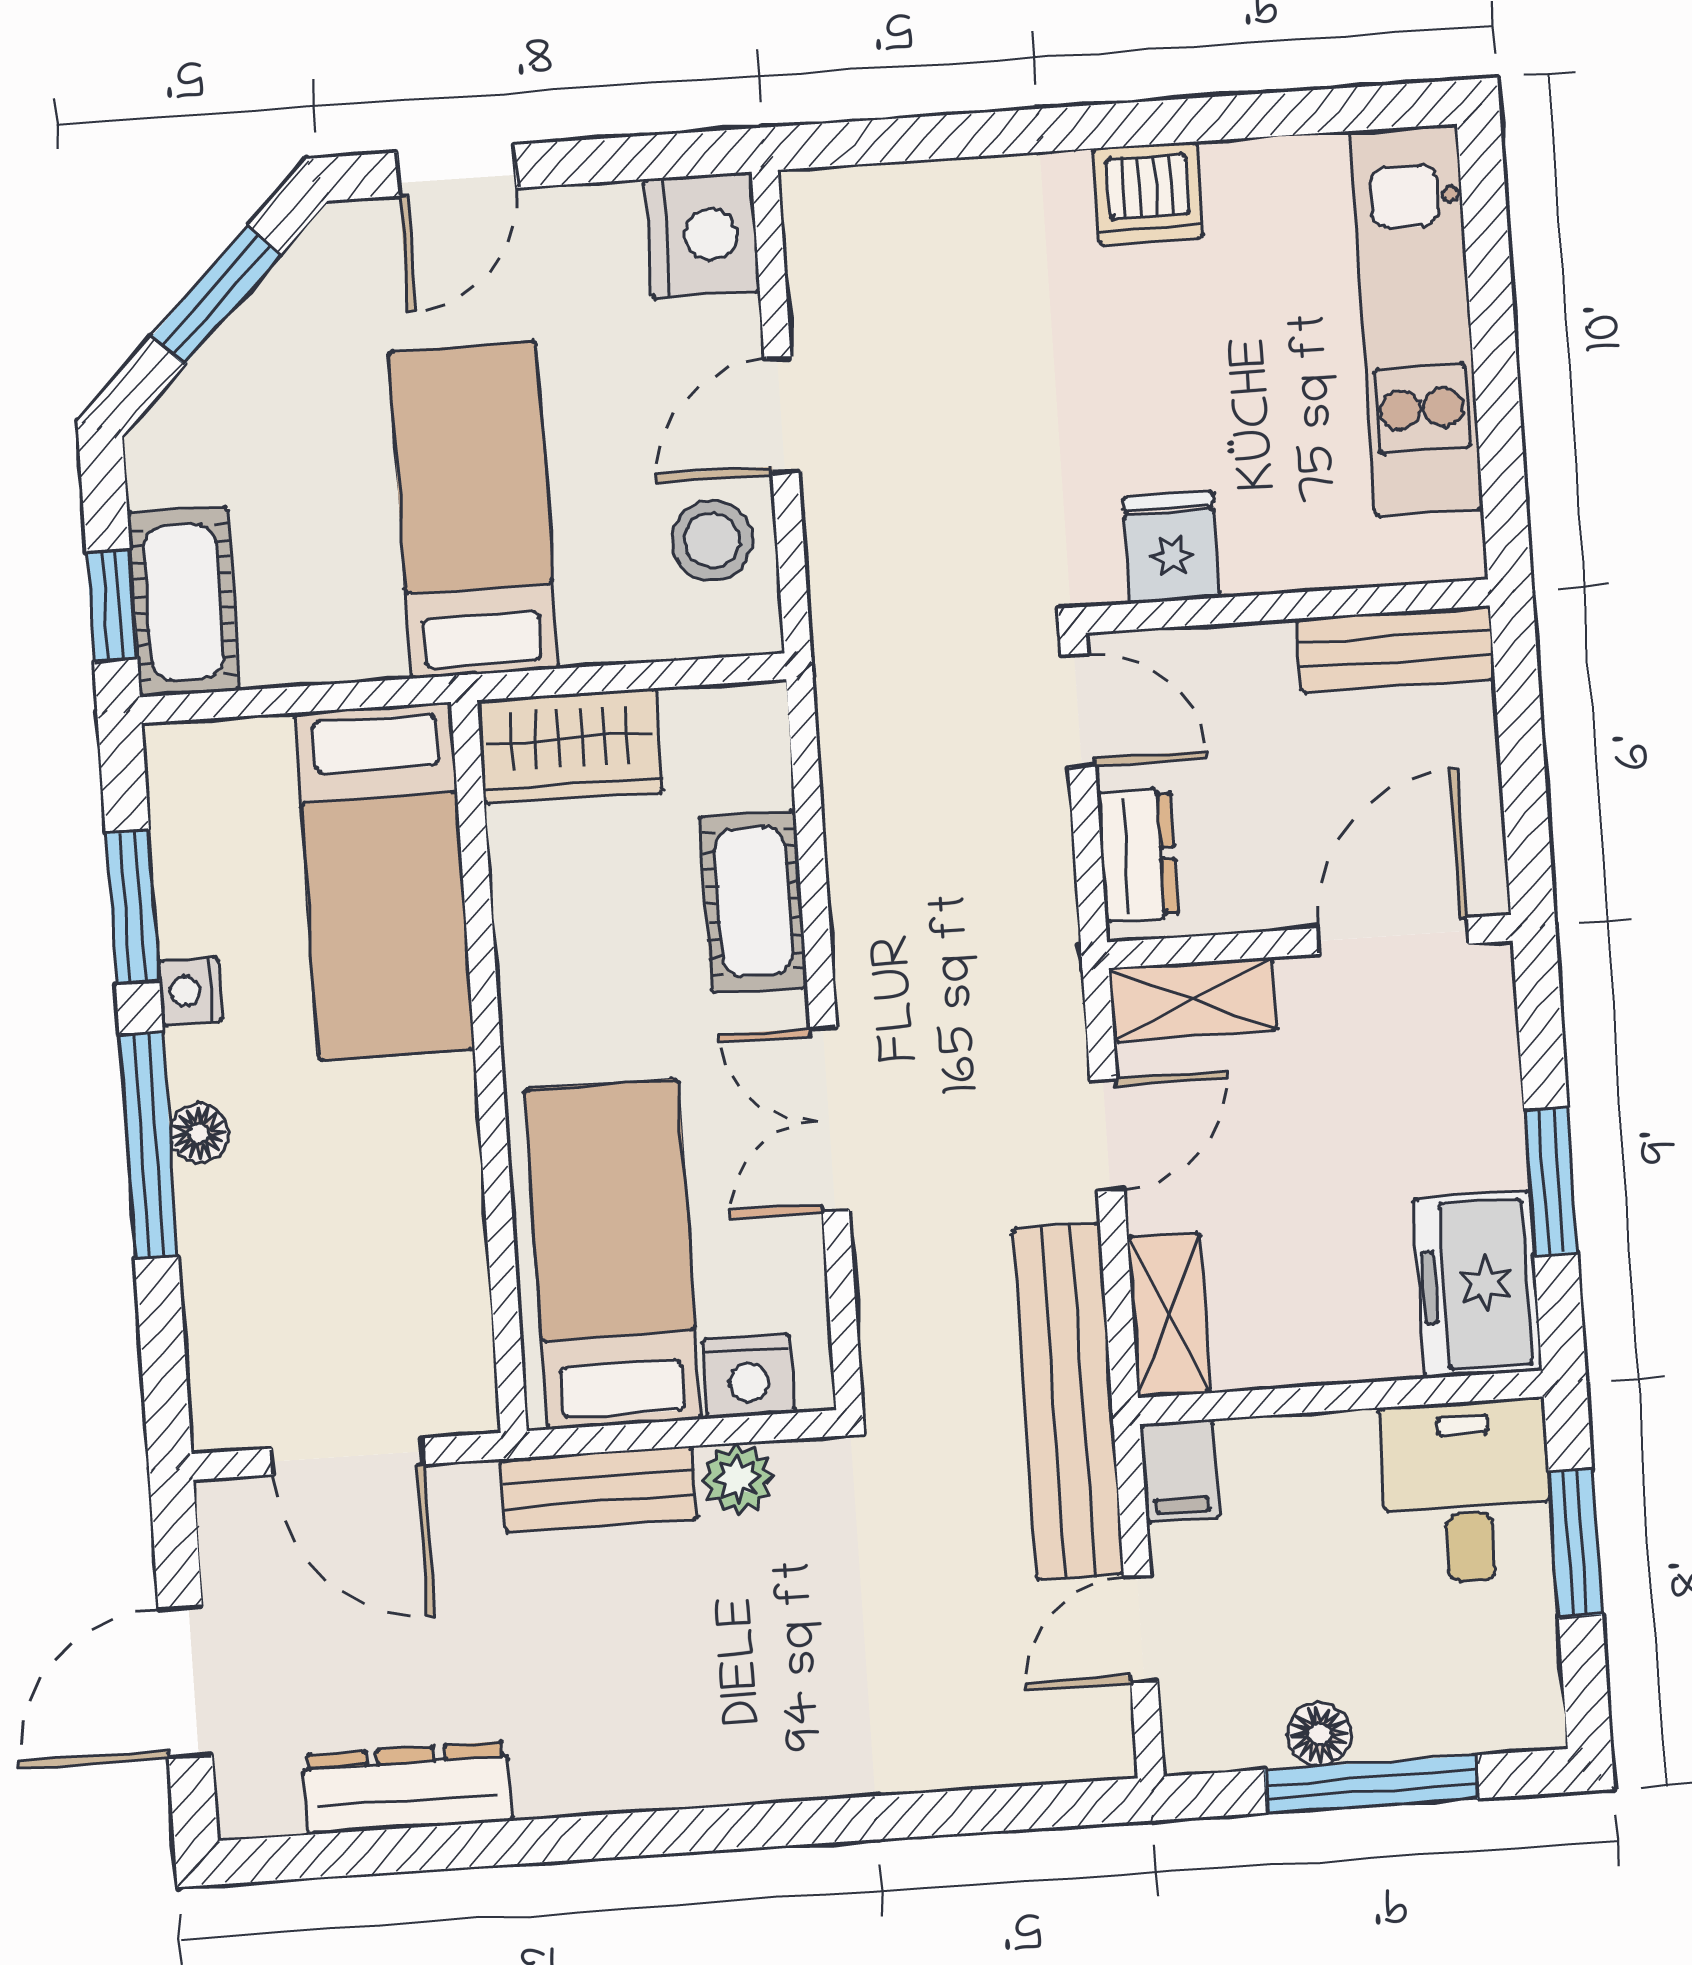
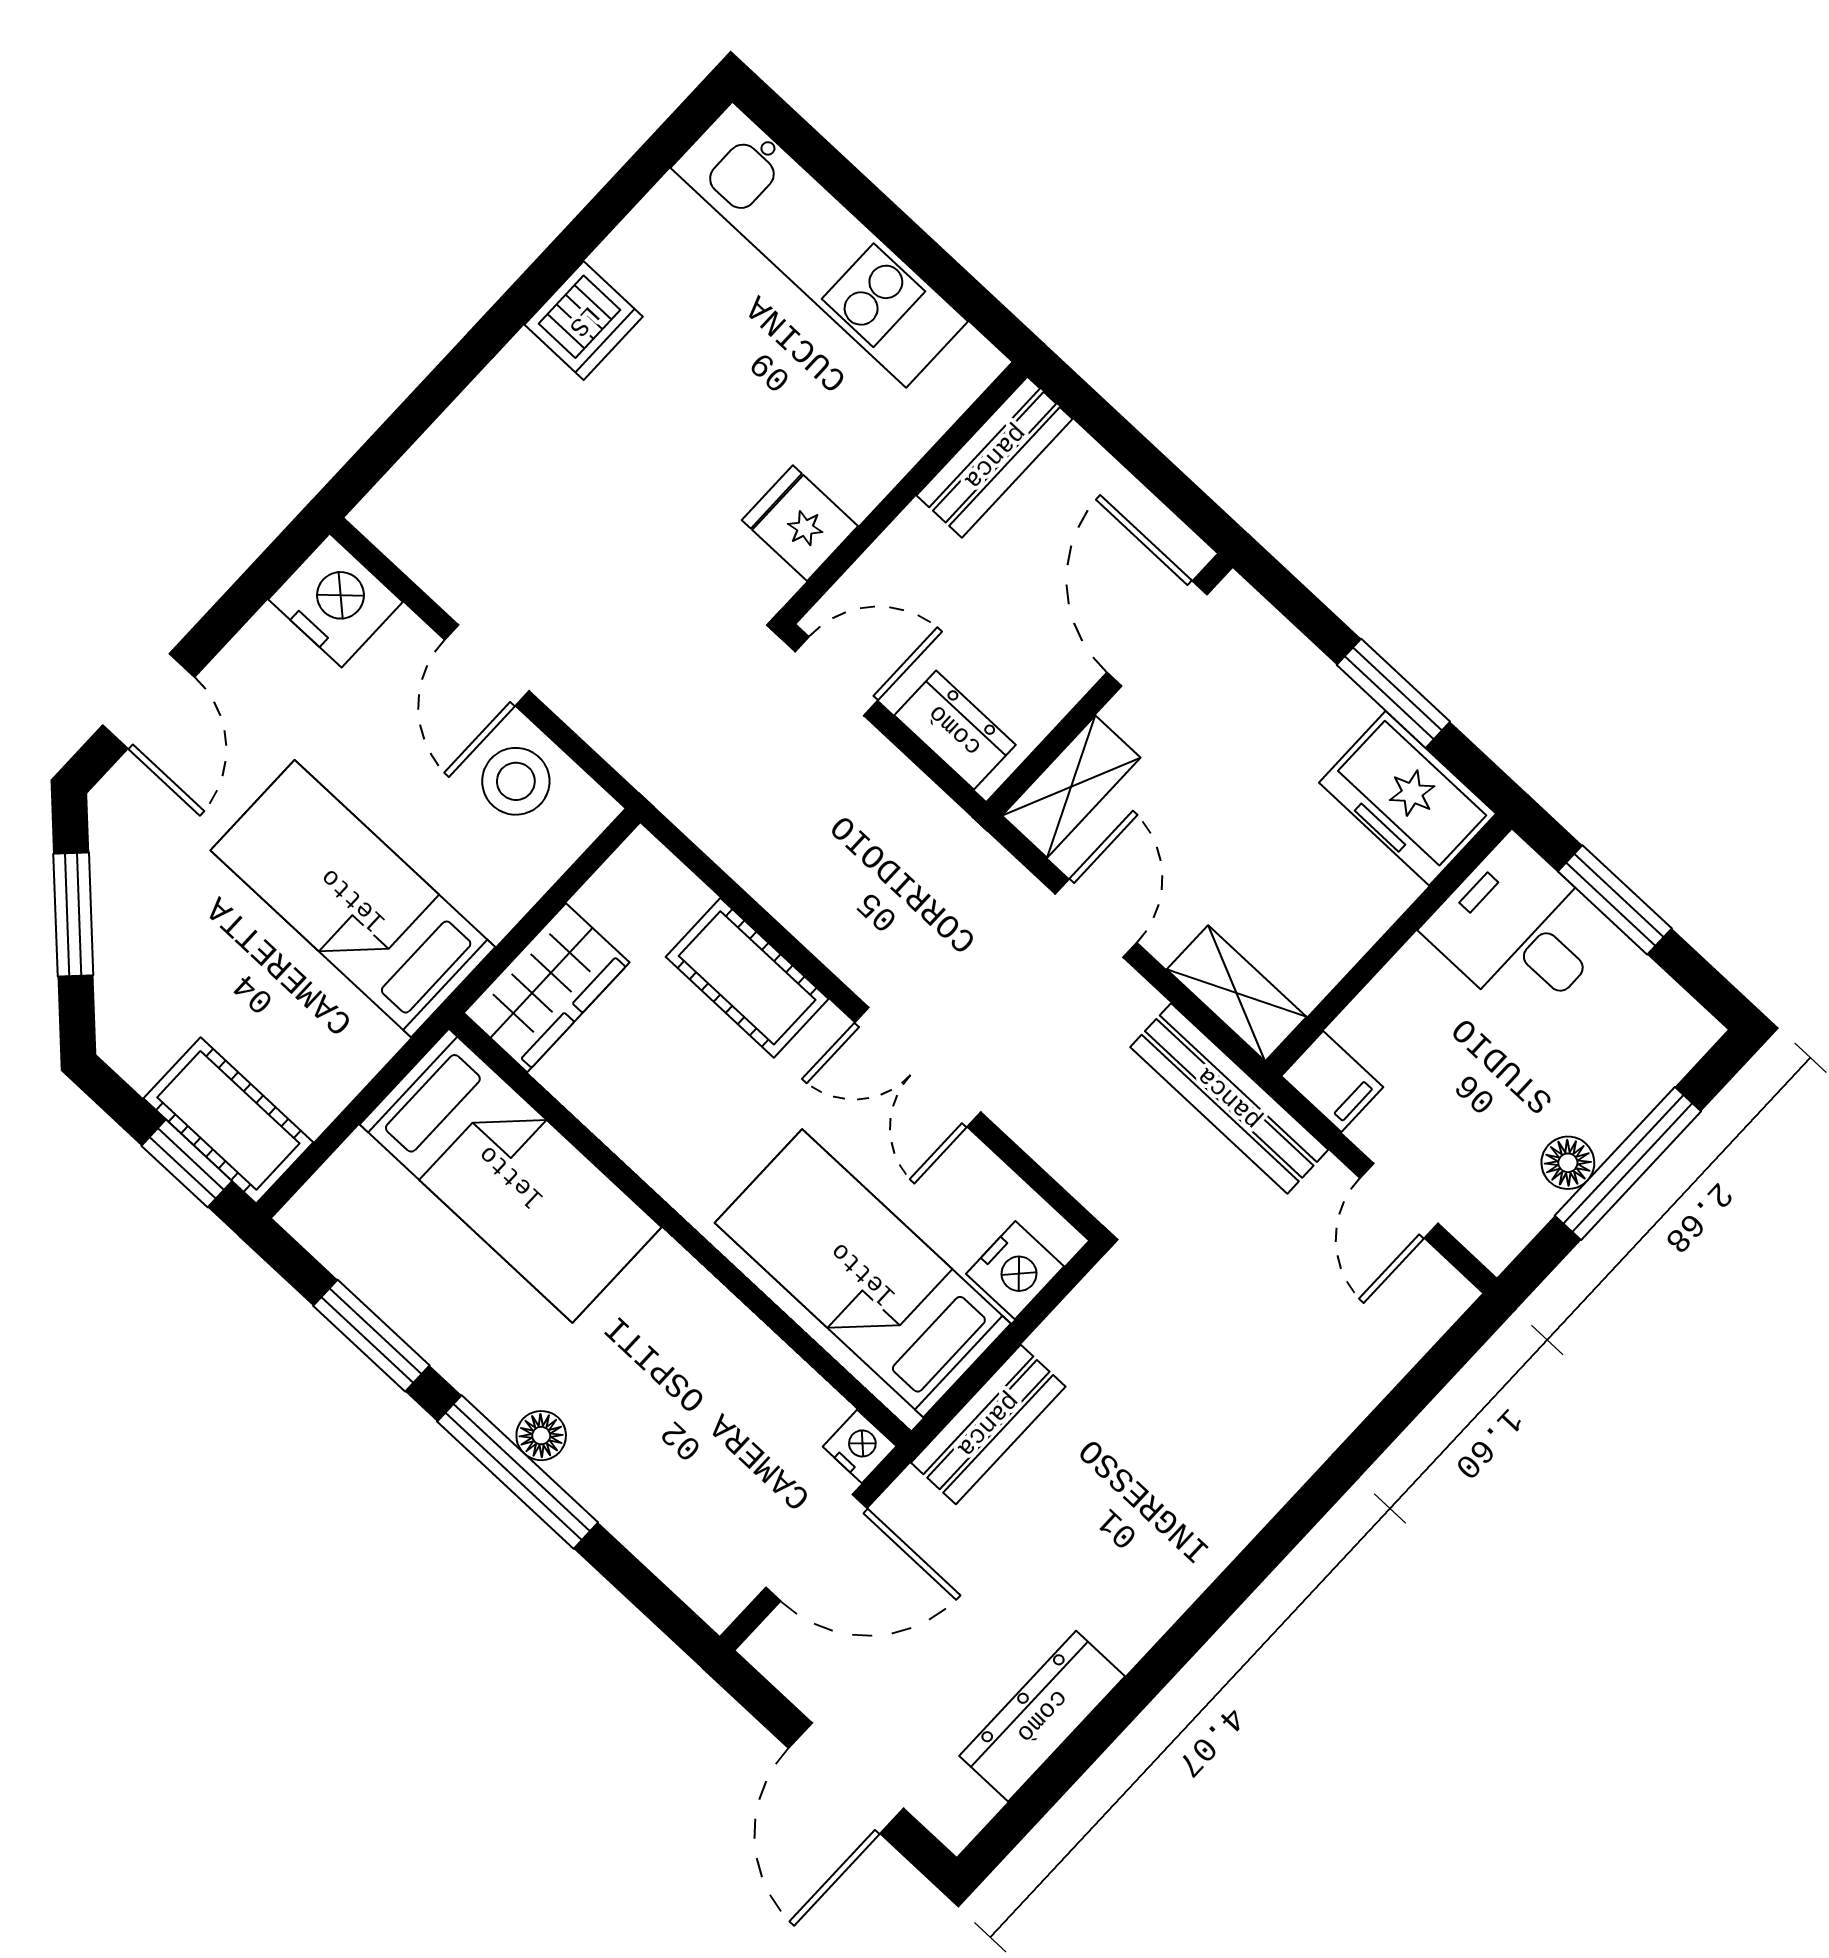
nightstand: (190, 991) -> (860, 1446), moved, turned 180
bench: (1068, 1402) -> (1229, 1098), width x0.73, depth x0.82
plant: (738, 1479) -> (1067, 1339), removed

